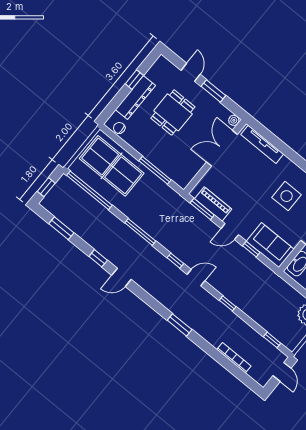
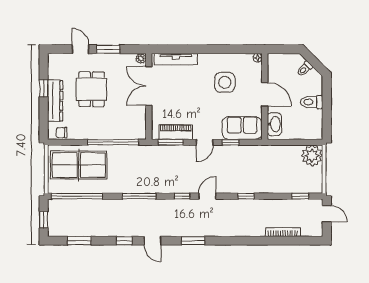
window: (155, 170) -> (113, 142), width x1.46
door: (121, 277) -> (153, 241), hinge flipped
window: (180, 325) -> (193, 241), moved

